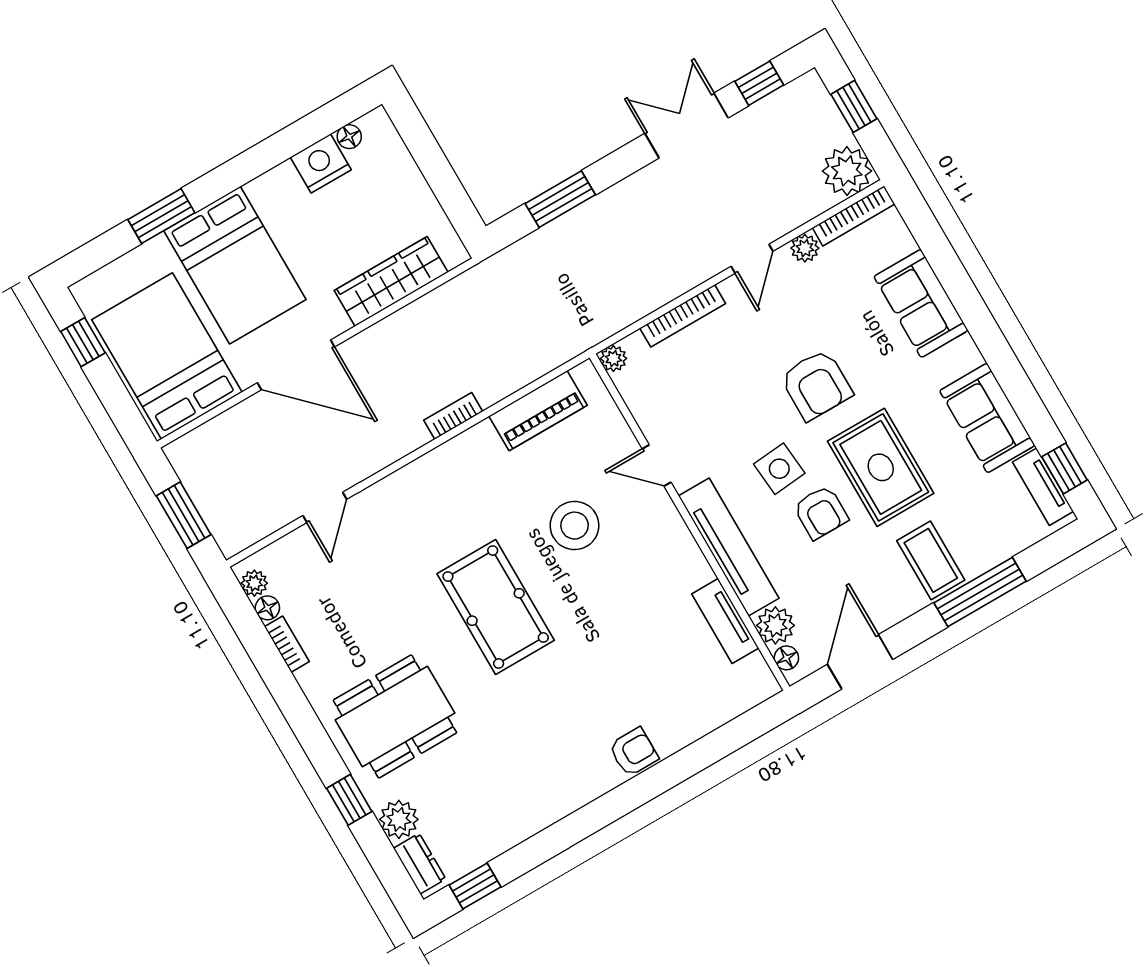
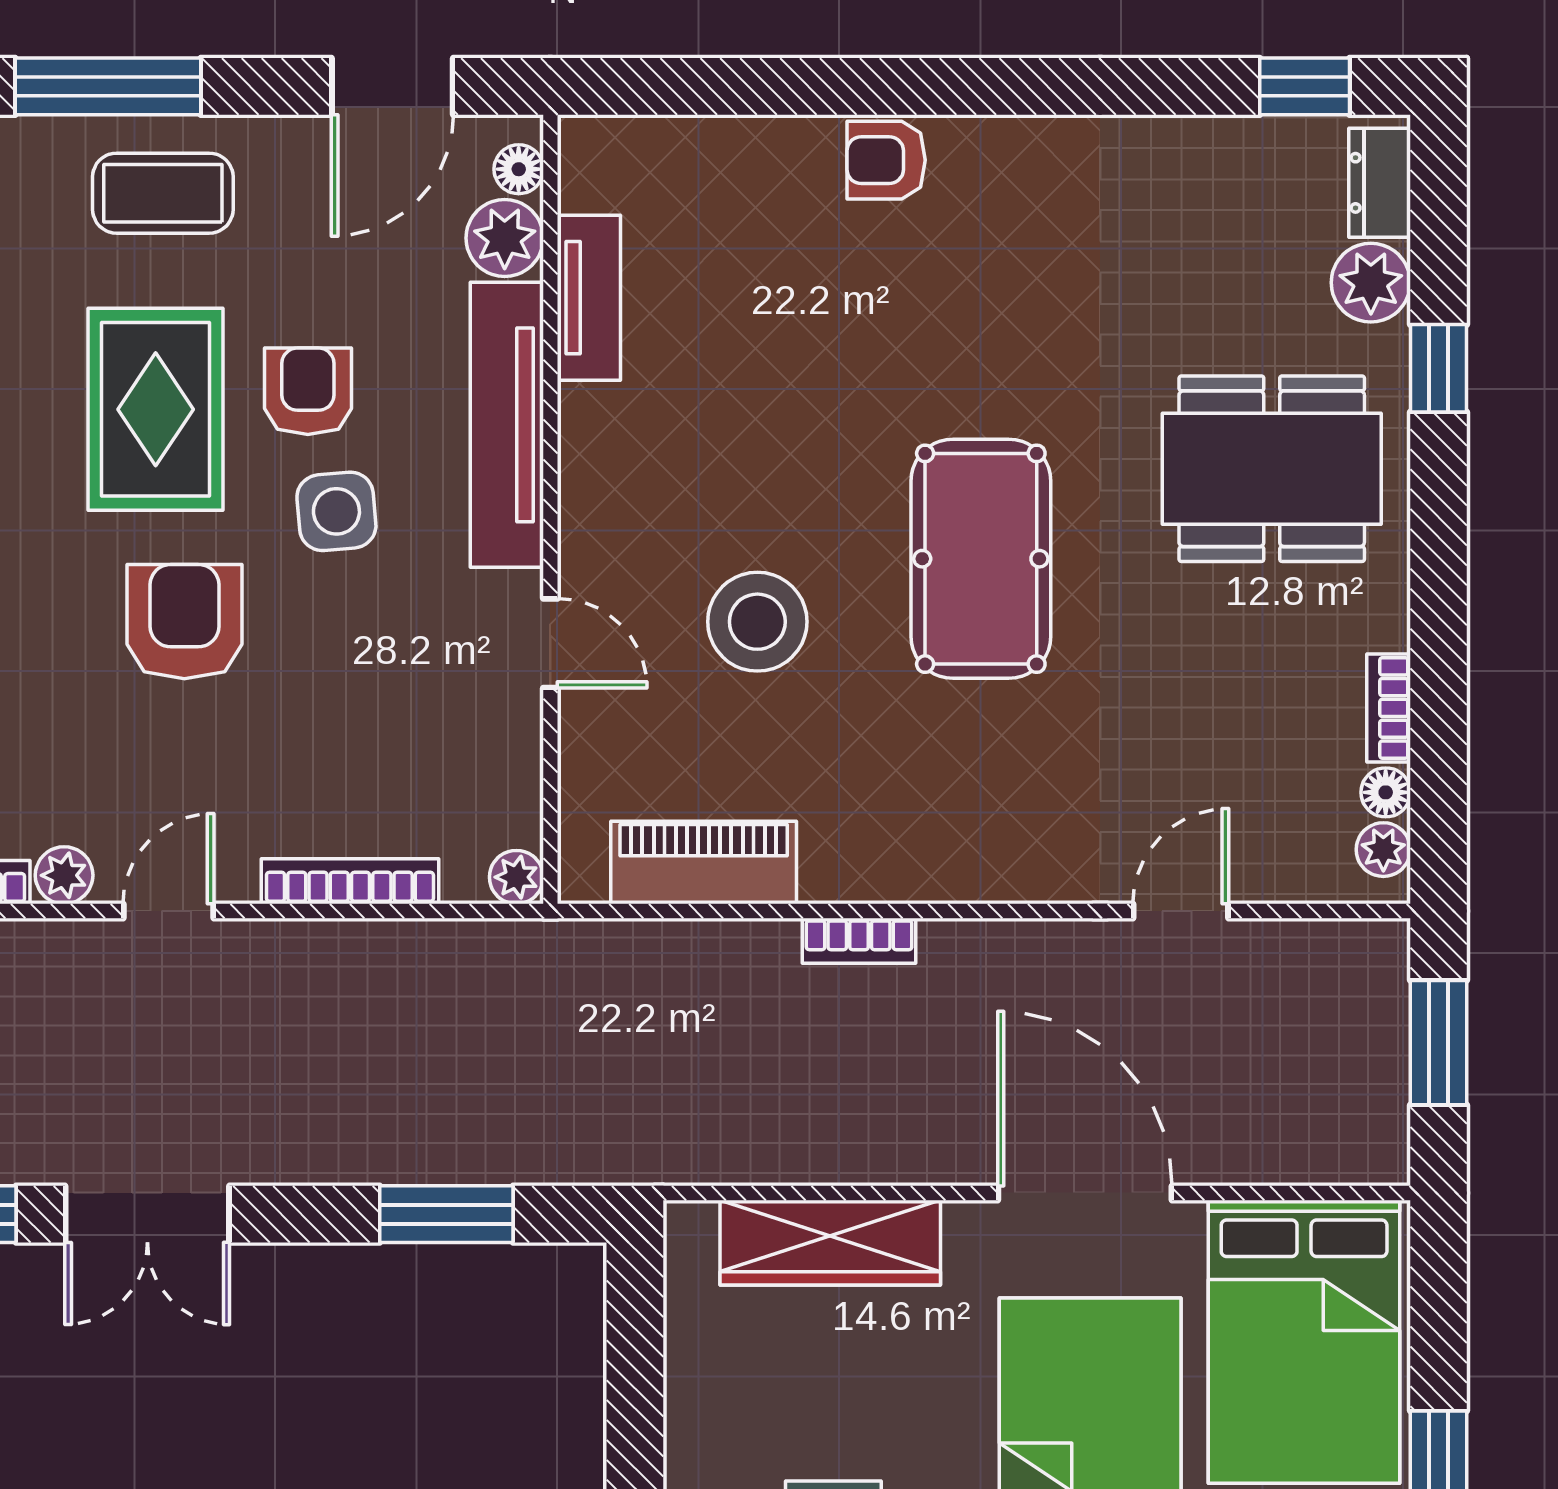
coffee table: (931, 560) -> (163, 193), turned 90

